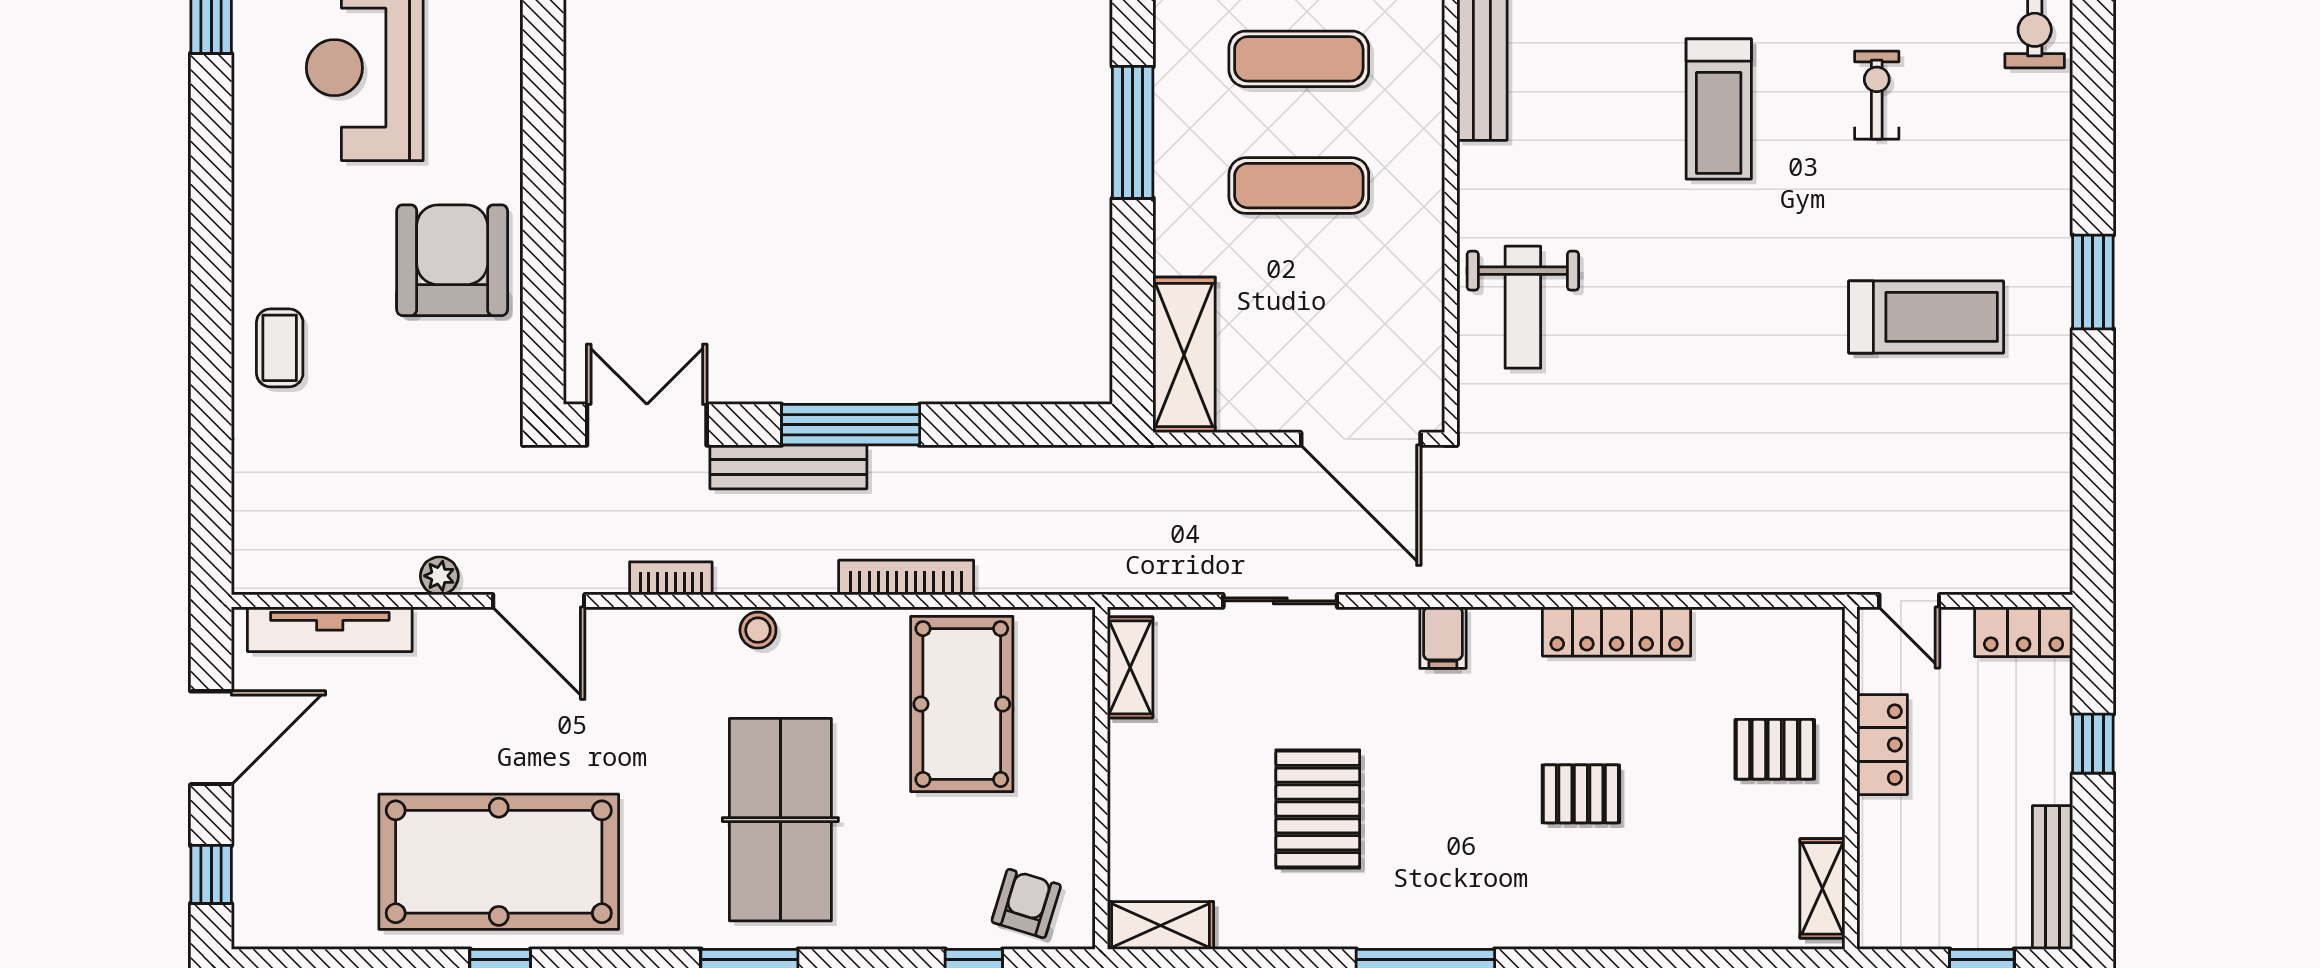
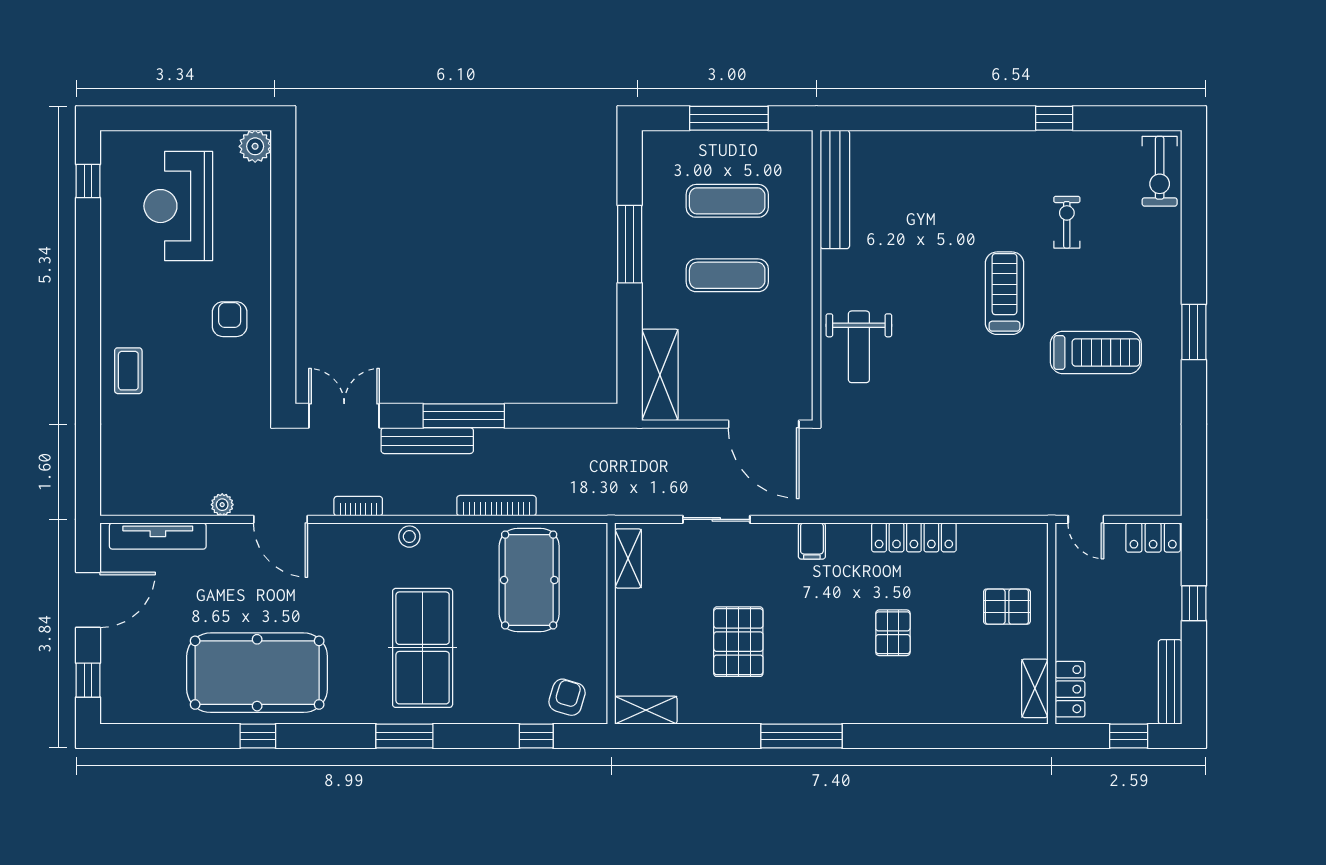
treadmill: (1719, 109) -> (1004, 293), moved, turned 180
armchair: (452, 260) -> (230, 319), width x0.53, depth x0.53
locker: (1882, 745) -> (1070, 689), moved
pallet: (1581, 794) -> (893, 633), turned 90

